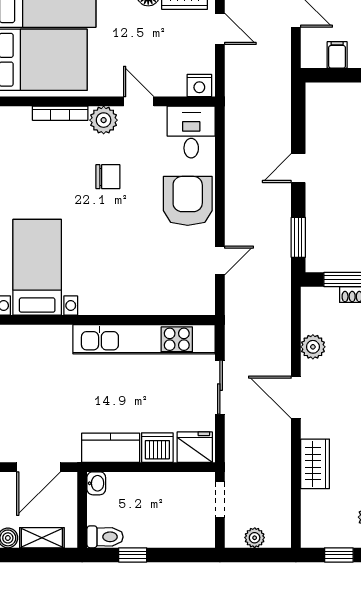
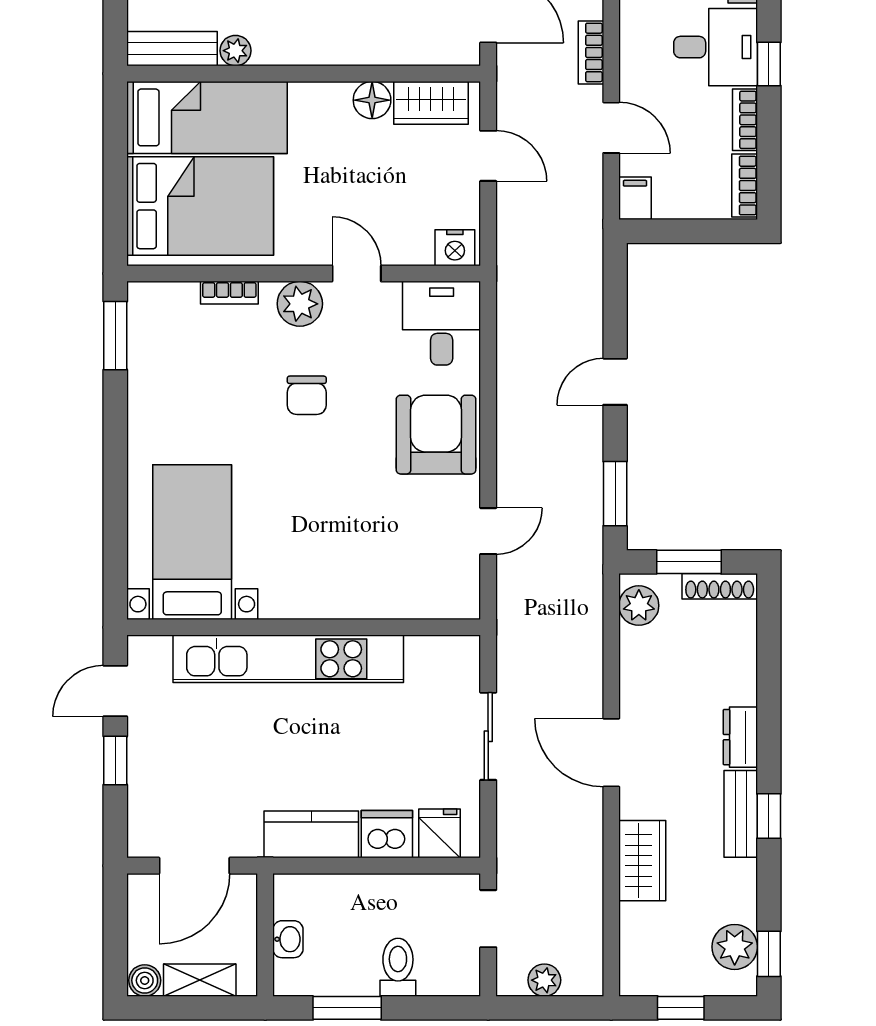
filing cabinet: (337, 55) -> (635, 198), moved
bookcase: (60, 113) -> (229, 293), width x0.64
chair: (108, 177) -> (307, 395), turned 90
kitchen unit: (144, 339) -> (288, 659), moved
plant: (313, 347) -> (639, 606), moved
fridge: (195, 447) -> (439, 833), width x0.72
washbasin: (96, 483) -> (288, 939), moved
toilet: (105, 537) -> (398, 967), moved, turned -90
window: (133, 555) -> (347, 1008), width x1.50

